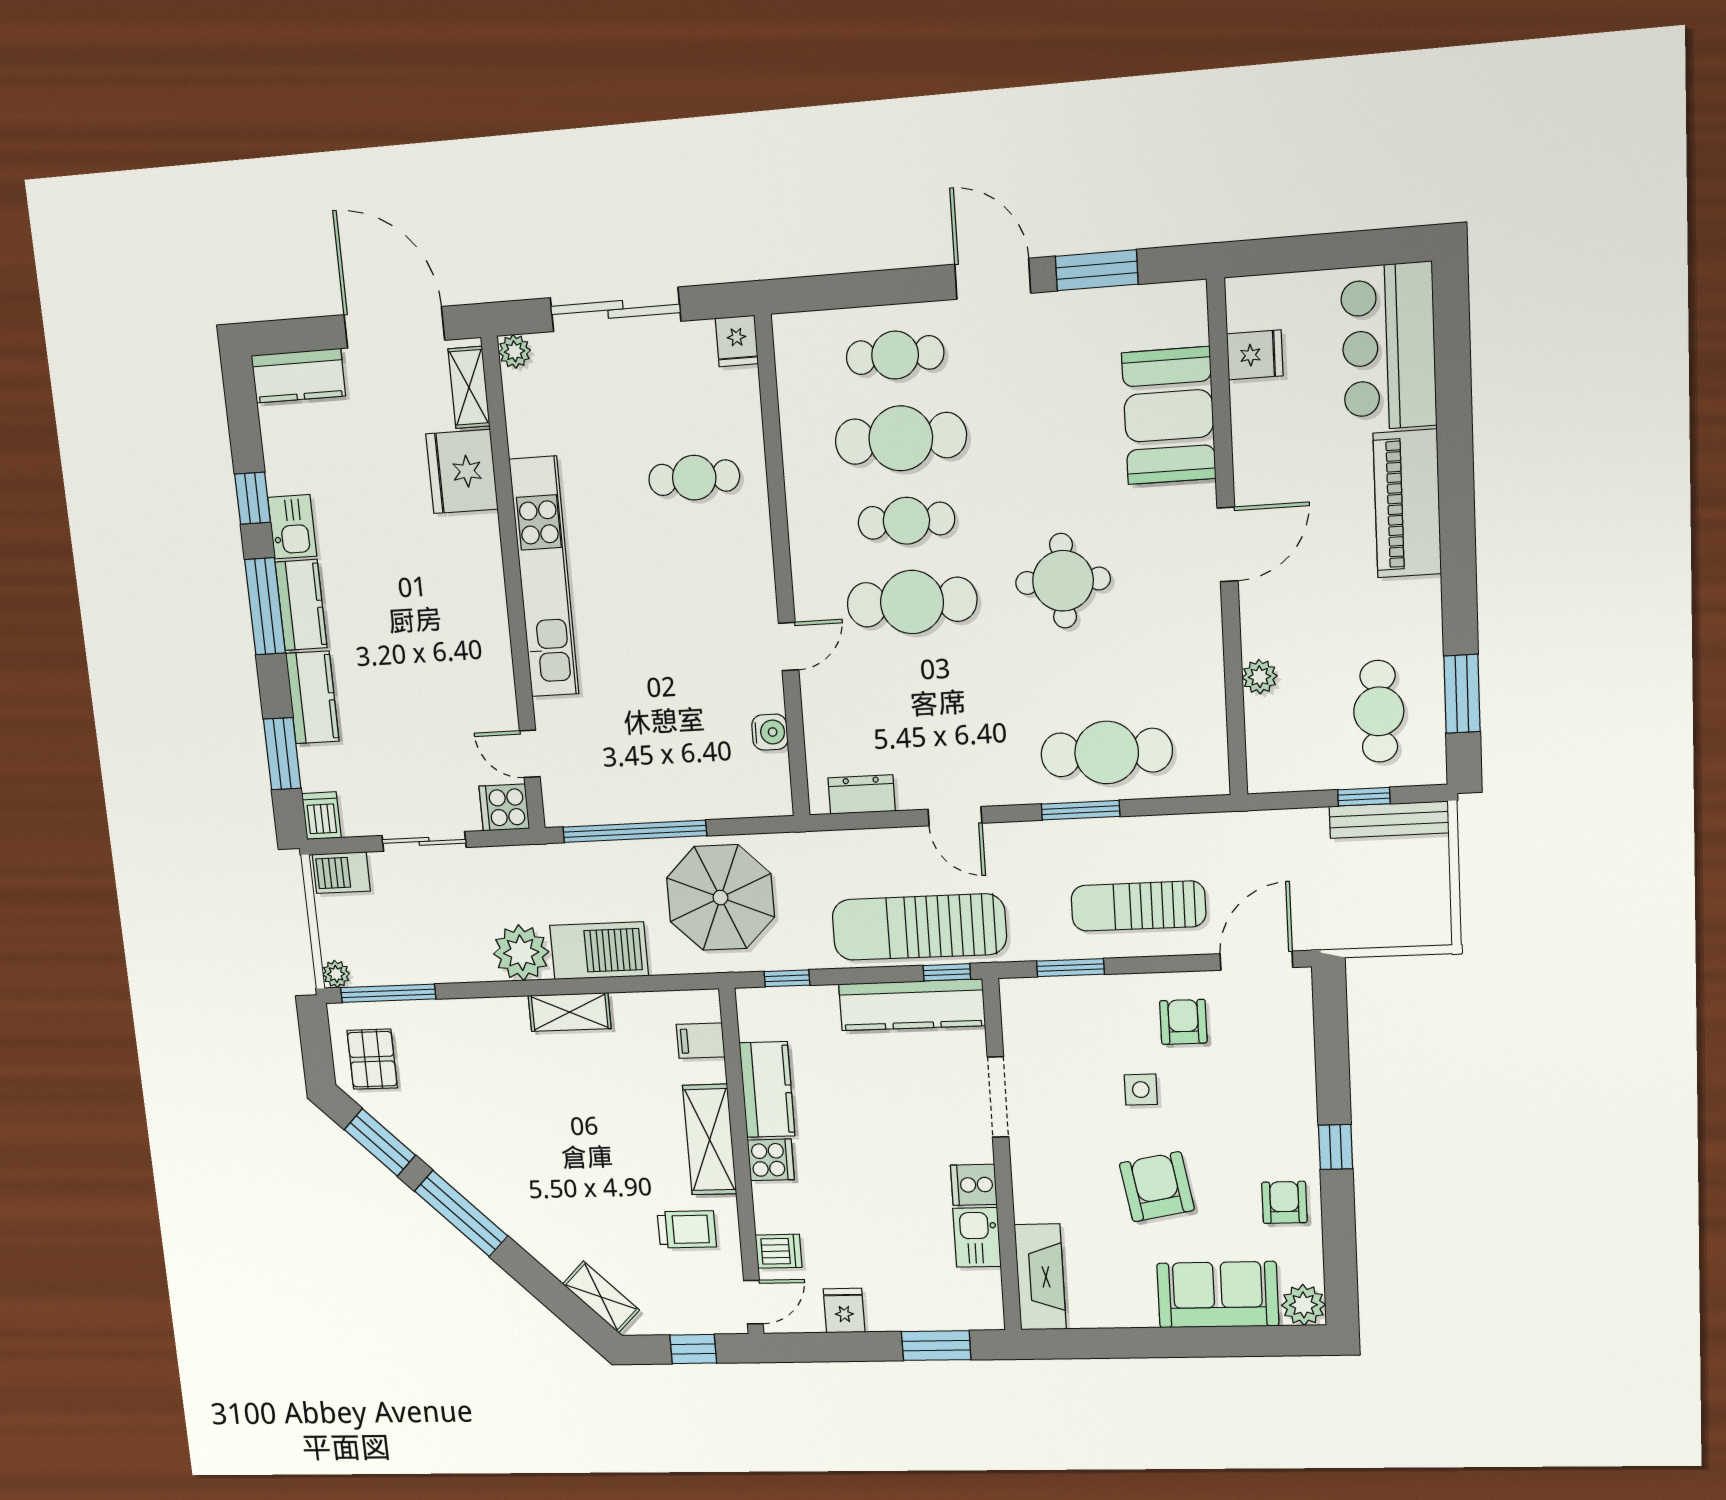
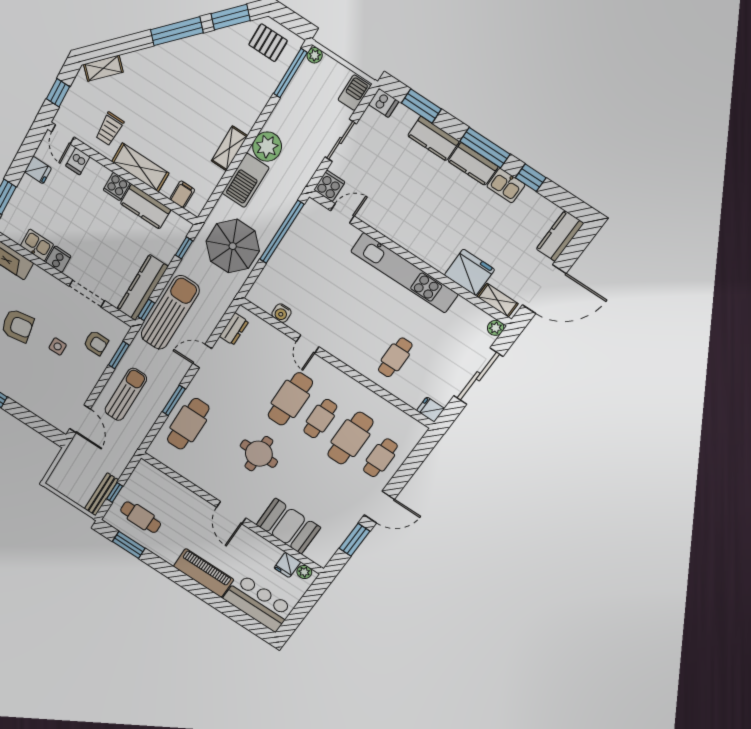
plant: (1260, 677) -> (304, 572), moved
armchair: (1183, 1022) -> (96, 343), moved

